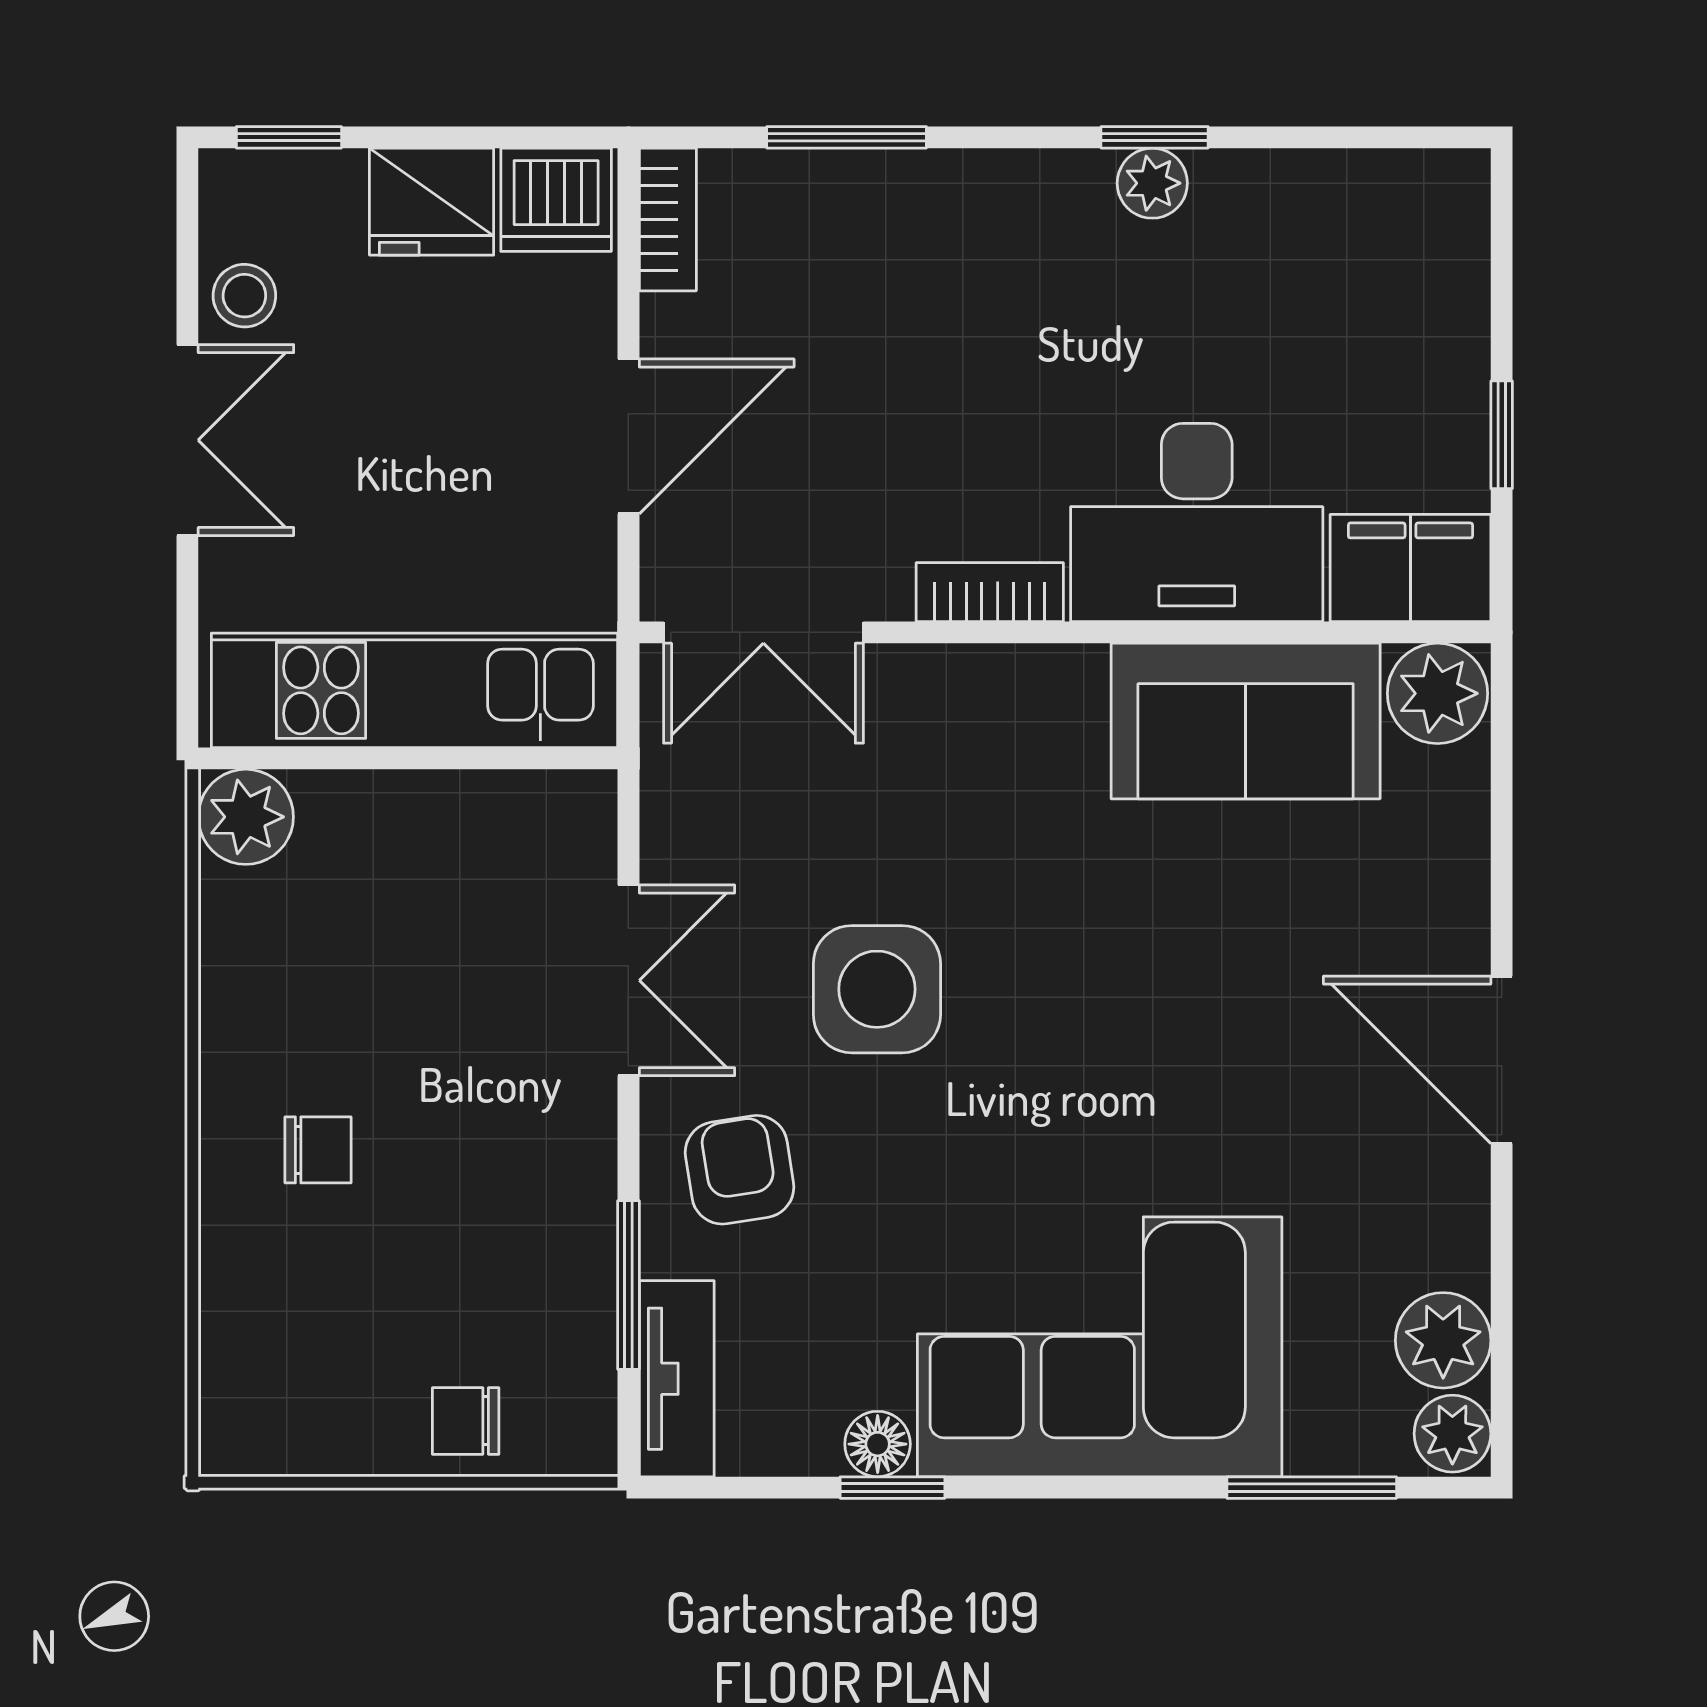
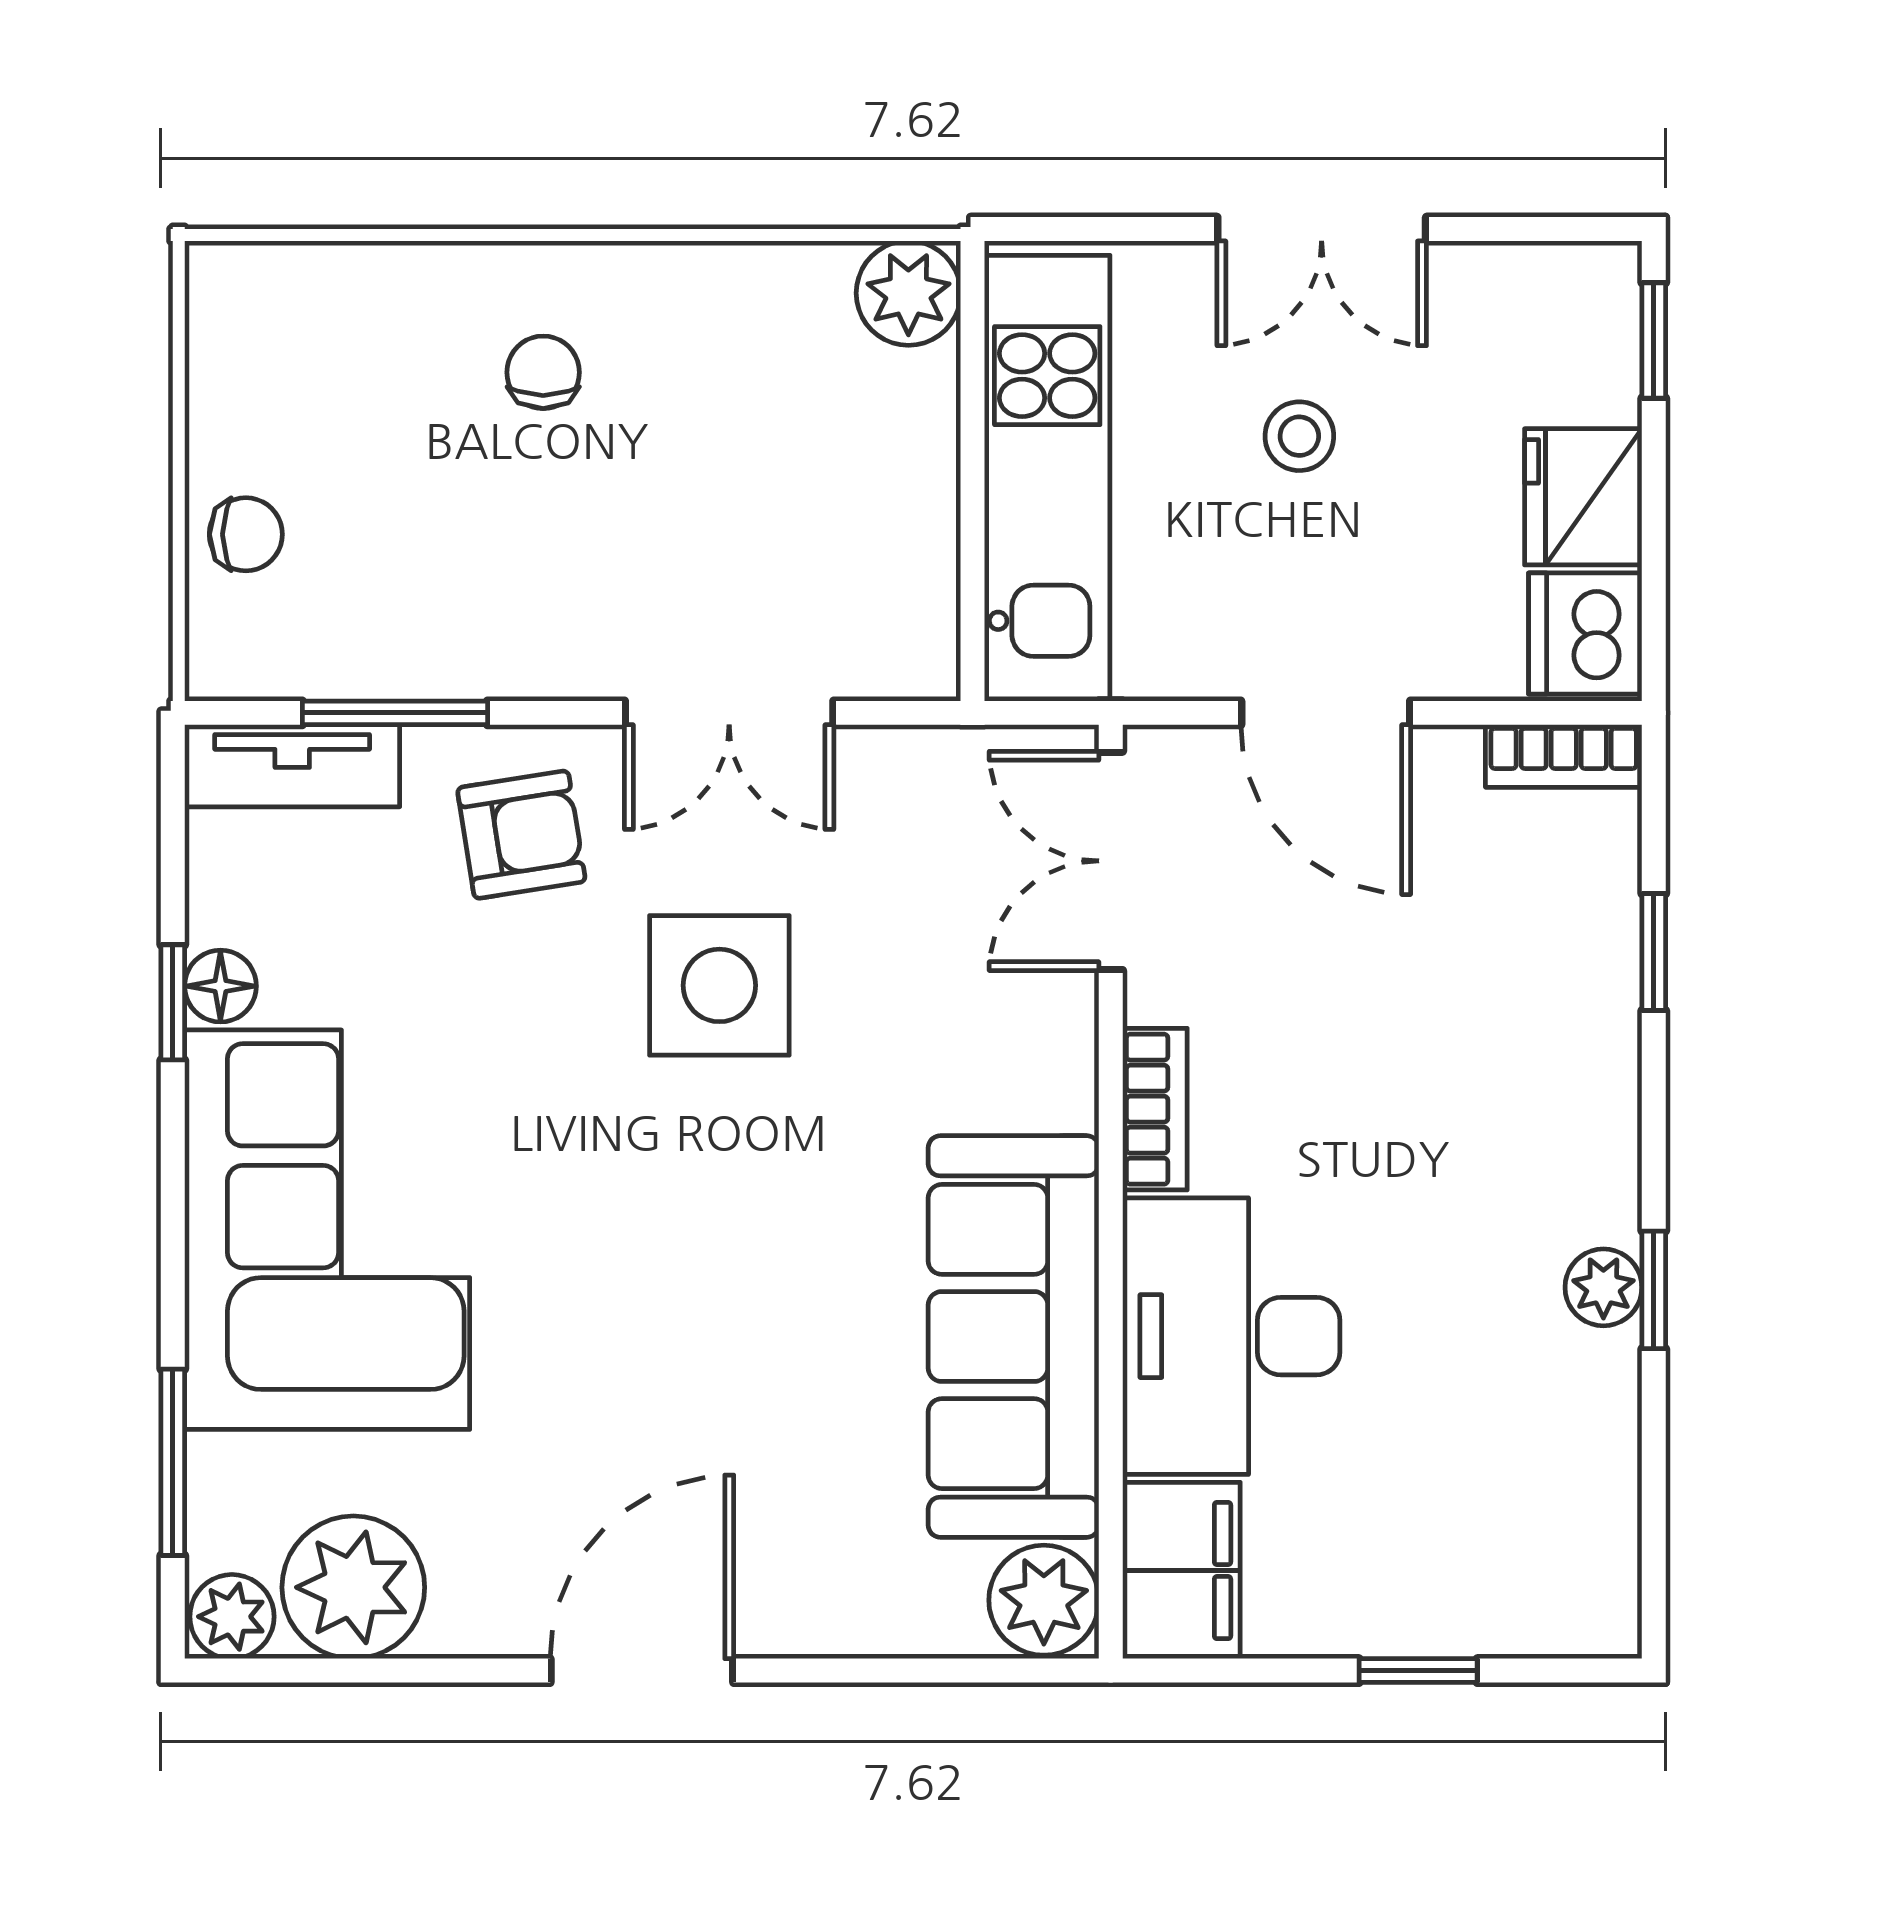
window: (847, 137) -> (1654, 952), width x0.67
stool: (244, 296) -> (1299, 436), moved
window: (1502, 435) -> (1418, 1671), moved
sofa: (1246, 721) -> (1014, 1337), width x1.36
chair: (318, 1150) -> (543, 372), turned 180
plant: (1443, 1340) -> (353, 1587), width x1.36, depth x1.36
chair: (466, 1421) -> (246, 534), turned 90

